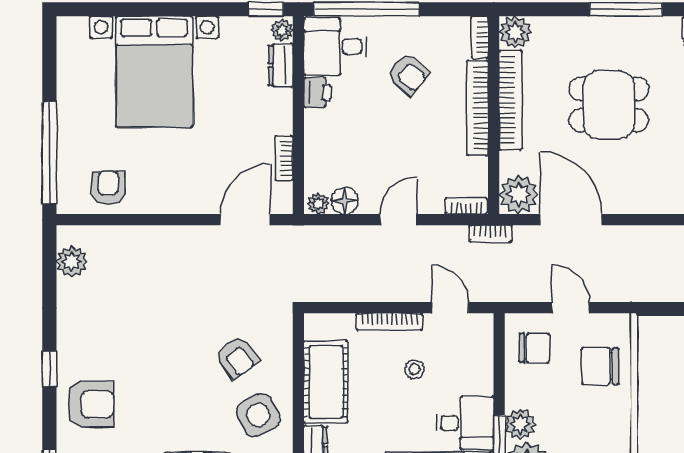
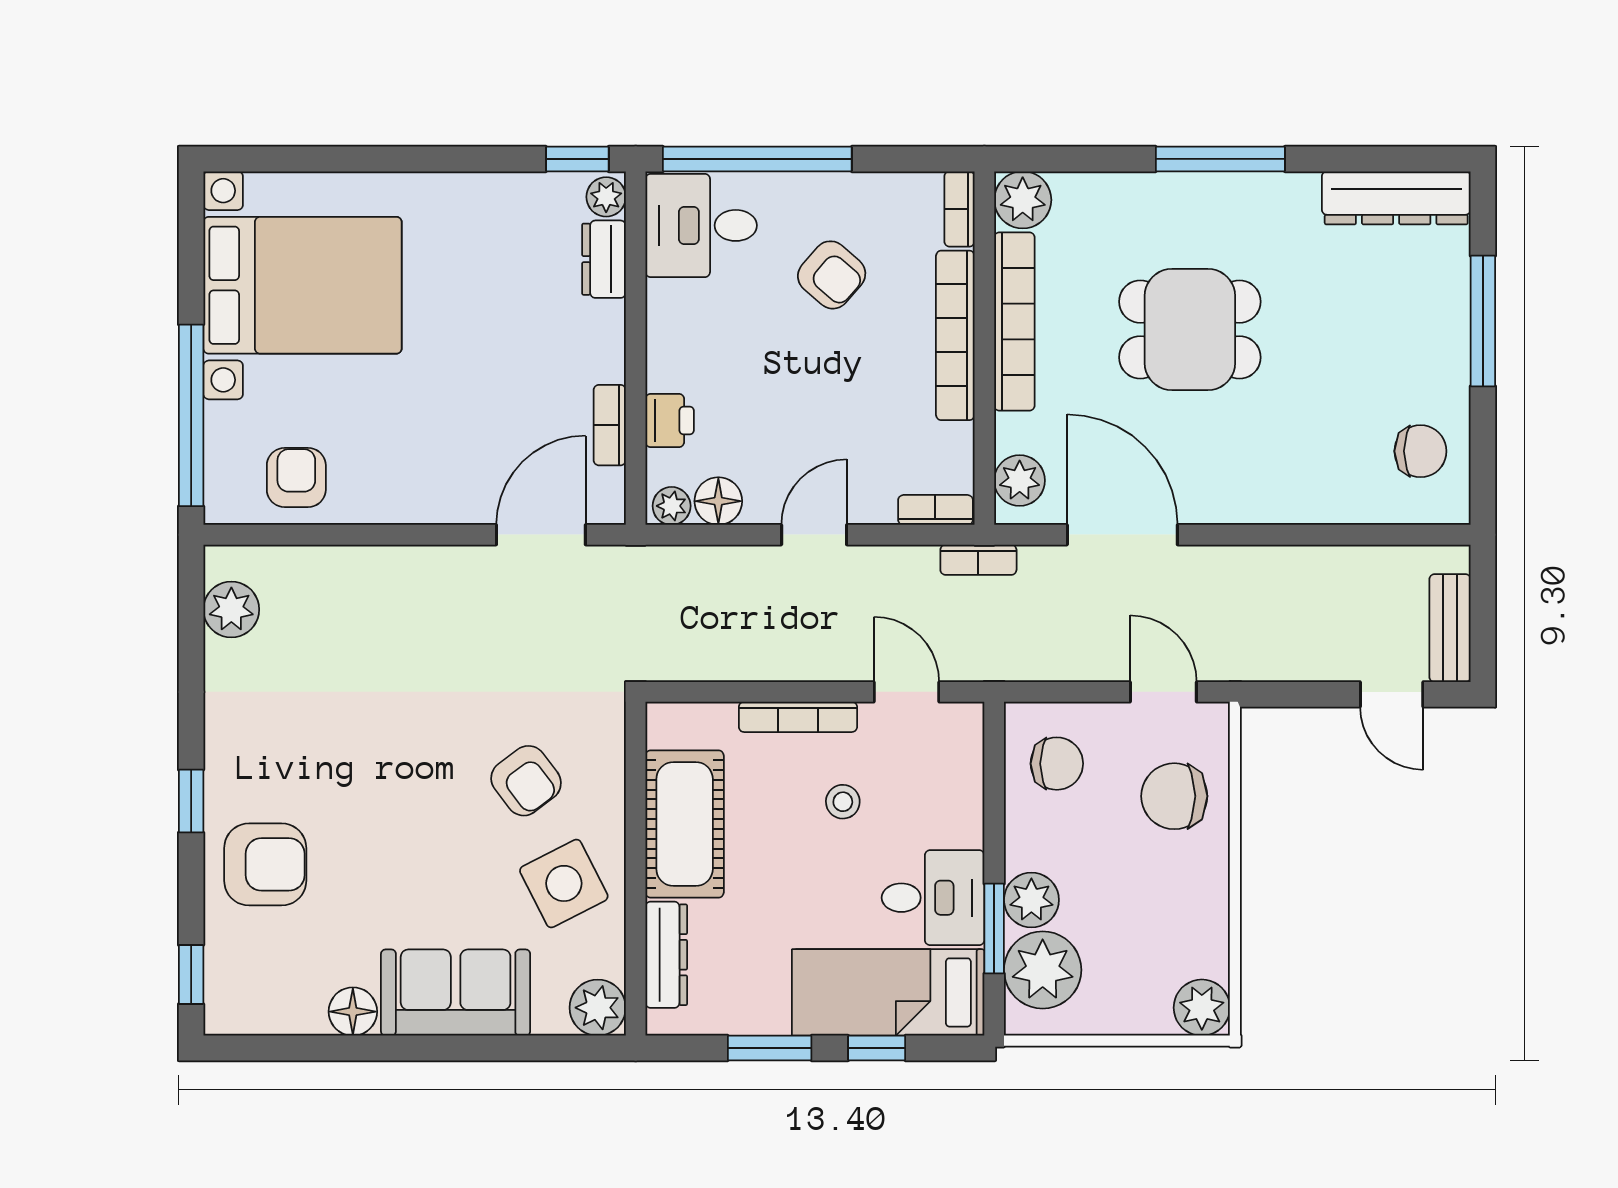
bed with nightstands: (154, 72) -> (302, 285), moved, turned -90
printer: (317, 93) -> (670, 420), moved
plant: (519, 194) -> (1020, 480), width x0.73, depth x0.73
door: (571, 308) -> (1163, 692), moved

